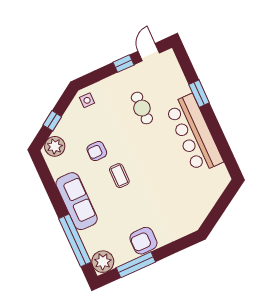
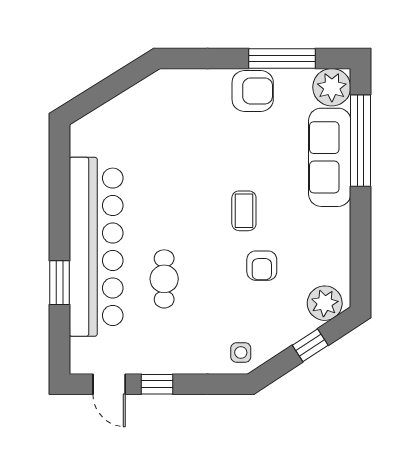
door: (149, 52) -> (109, 384), hinge flipped
cafe table: (142, 108) -> (164, 279), moved
bar counter: (194, 134) -> (96, 247), width x1.36
armchair: (97, 151) -> (262, 266), turned 90
sofa: (77, 201) -> (330, 157), moved

